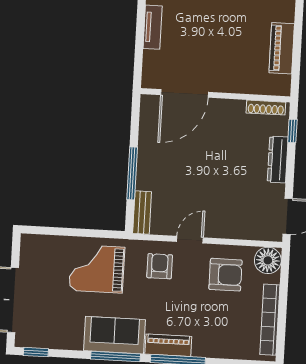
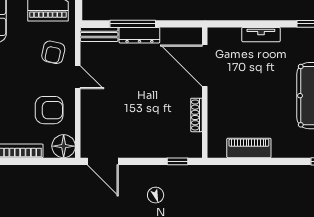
shoe rack: (266, 108) -> (196, 115), moved
dresser: (278, 159) -> (139, 35), moved, turned 180
armchair: (160, 266) -> (53, 52), turned 102
armchair: (225, 275) -> (49, 110), turned -90

